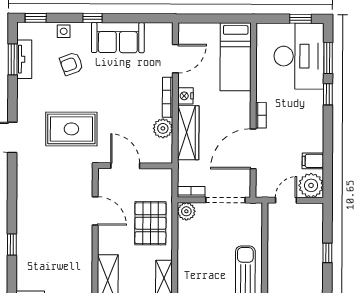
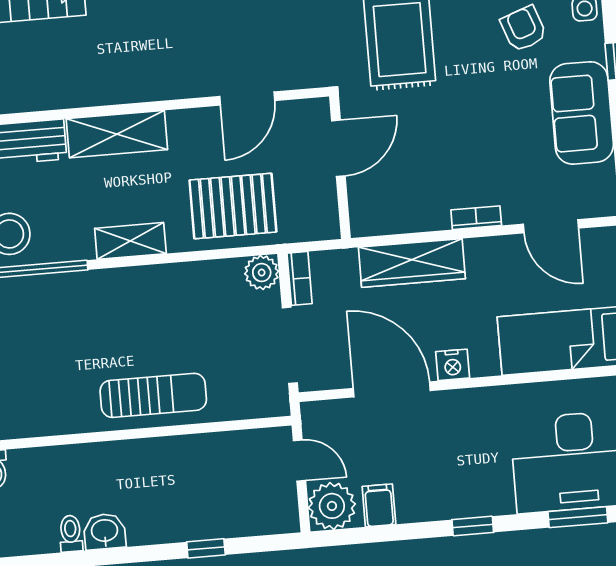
window: (328, 94) -> (473, 526), moved
nightstand: (185, 96) -> (453, 365), moved, turned 180
bookcase: (168, 97) -> (476, 218), width x0.64
bookcase: (261, 115) -> (457, 399), removed
plant: (163, 128) -> (416, 214), removed

